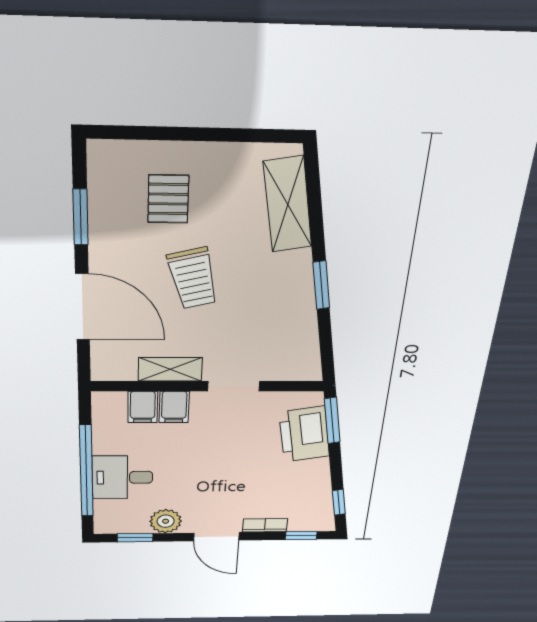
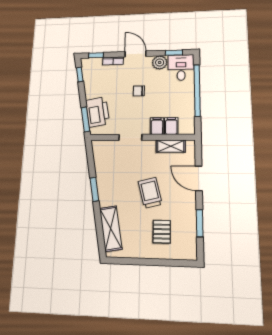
door: (83, 307) -> (199, 178), width x0.73
shelving: (170, 369) -> (171, 146), moved
chair: (212, 472) -> (139, 91), added
desk: (122, 477) -> (181, 67), moved, turned -90

